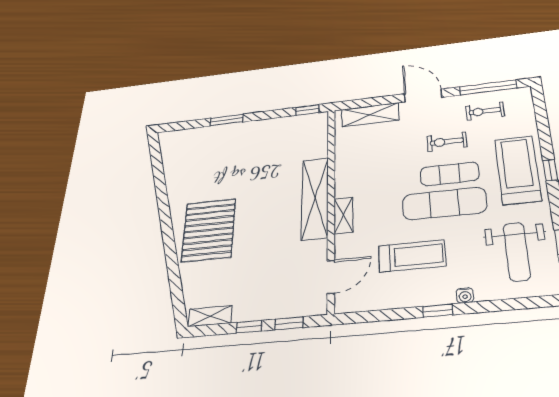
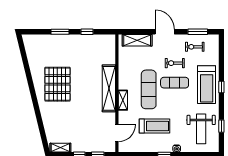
window: (488, 87) -> (198, 32), width x0.69
window: (307, 110) -> (87, 32), moved
treadmill: (518, 170) -> (207, 85), turned 180
exercise mat: (444, 204) -> (149, 89), moved, turned 90
pallet: (209, 230) -> (57, 84), moved

